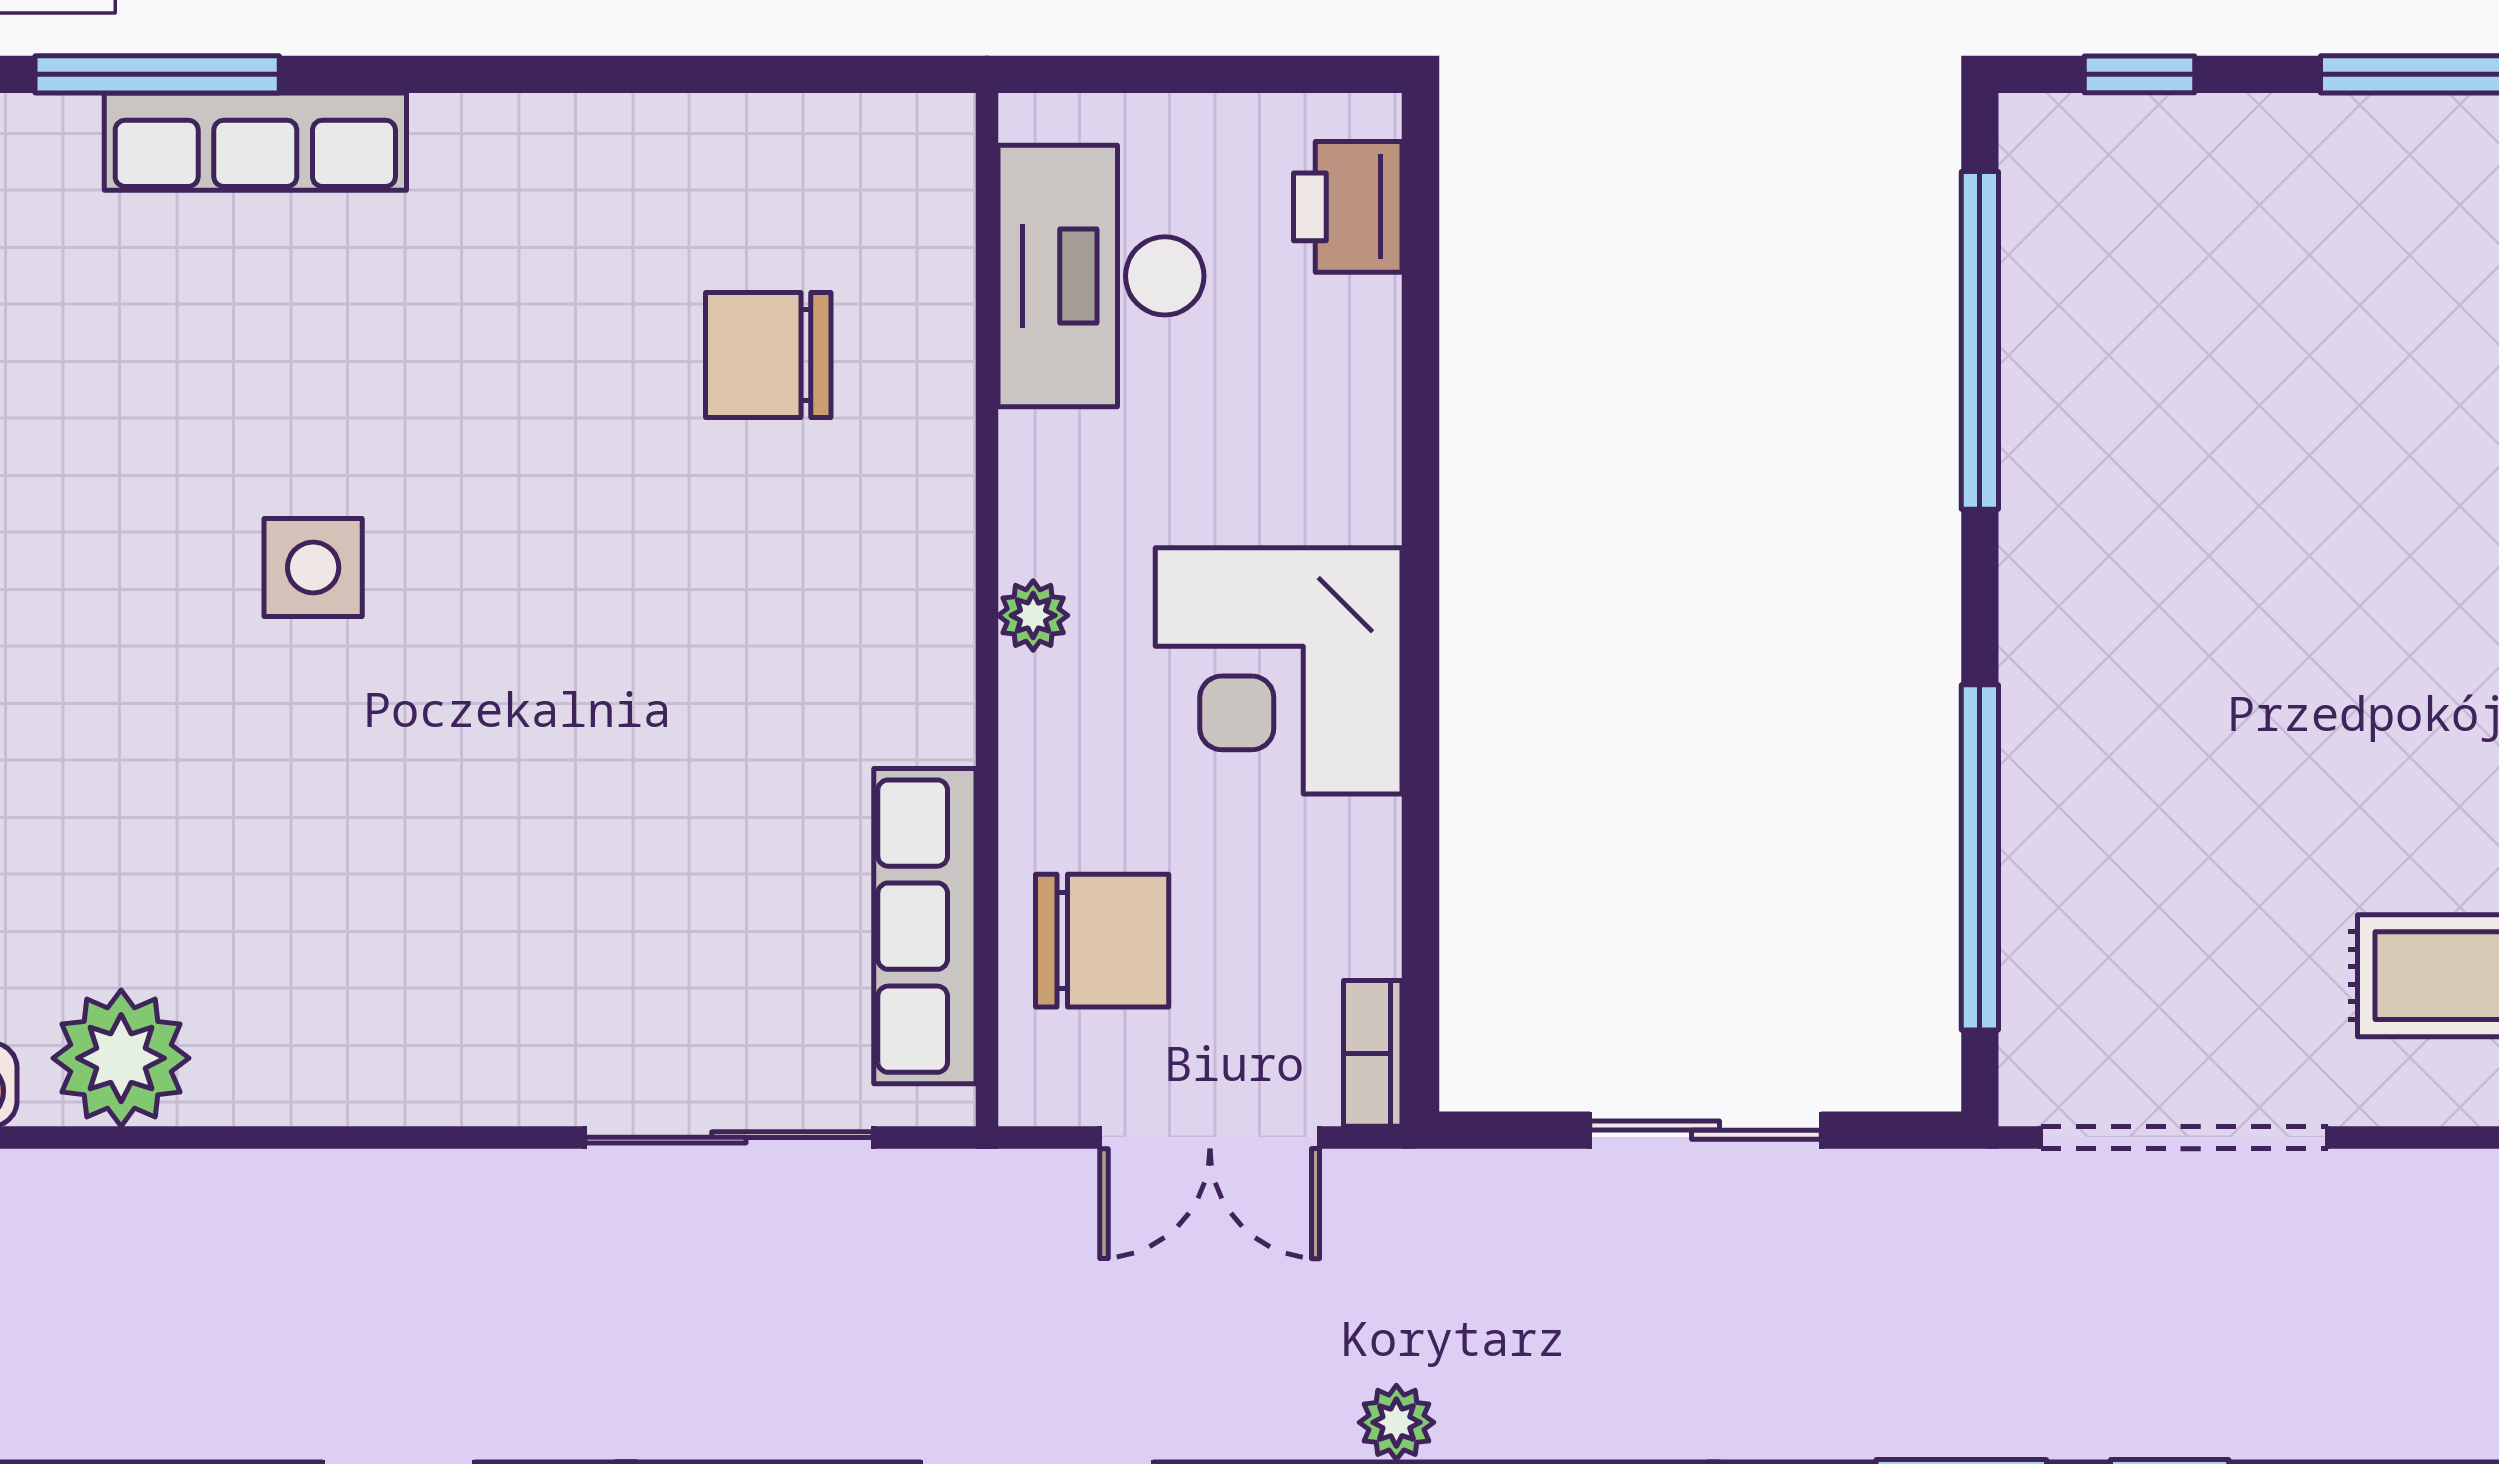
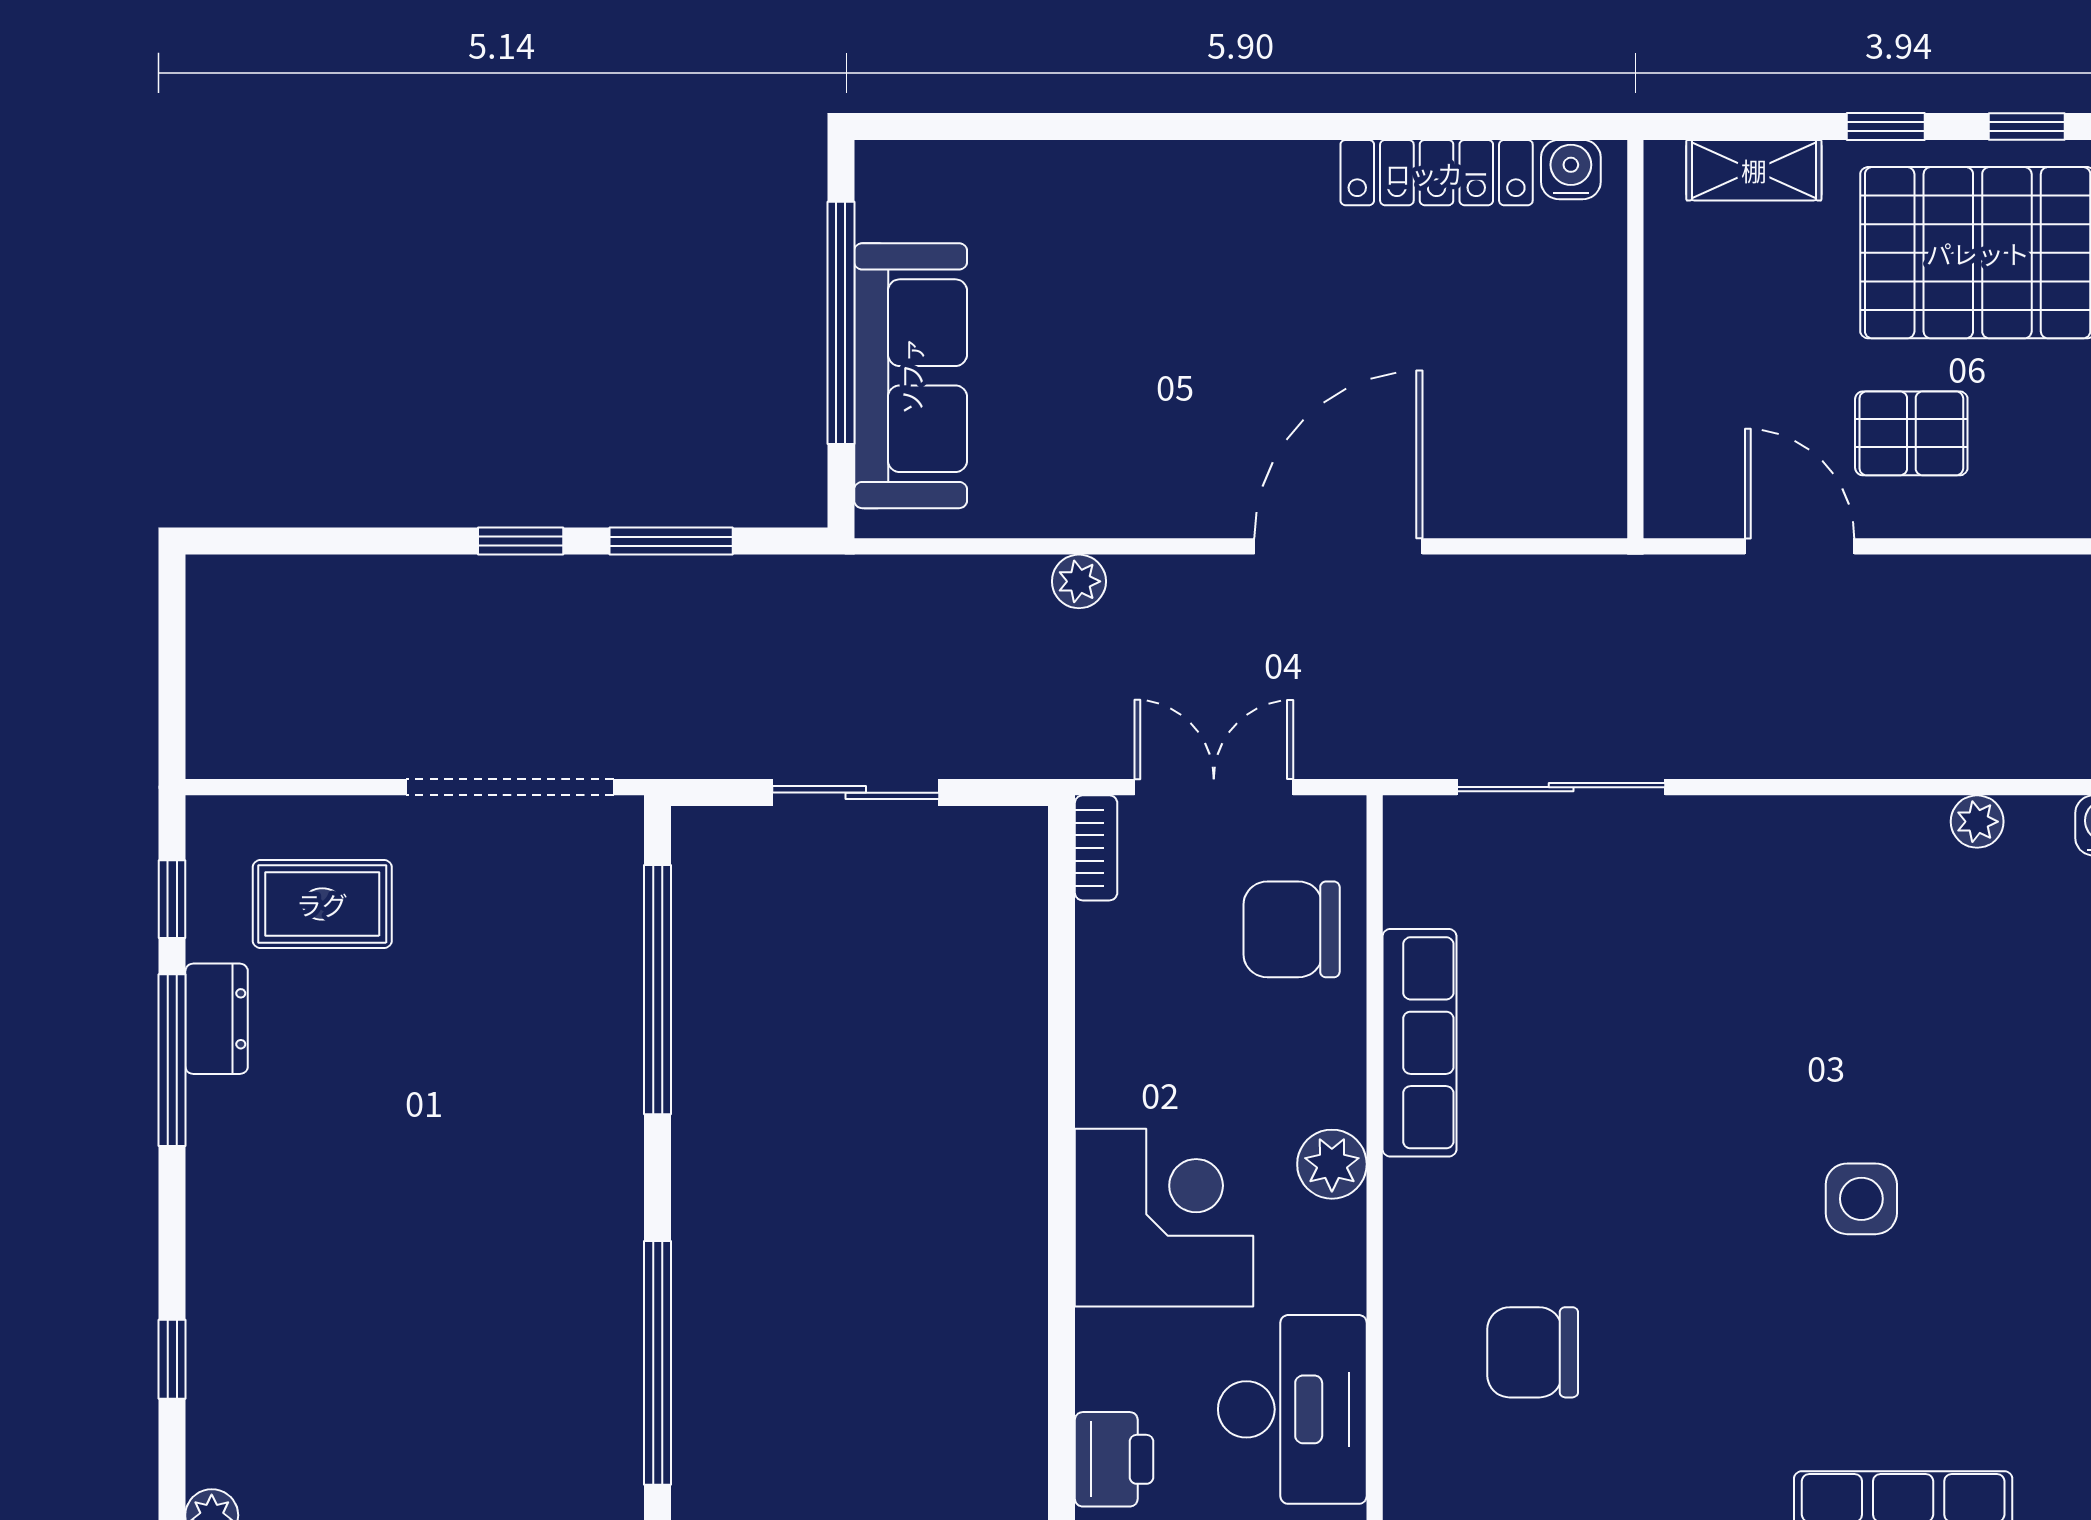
chair: (768, 355) -> (1533, 1352), turned 180
plant: (1033, 615) -> (1332, 1164), width x1.38, depth x1.38
corner desk: (1279, 671) -> (1164, 1218), moved
row of seats: (925, 926) -> (1420, 1043), moved
plant: (121, 1058) -> (1977, 822), width x0.53, depth x0.53

